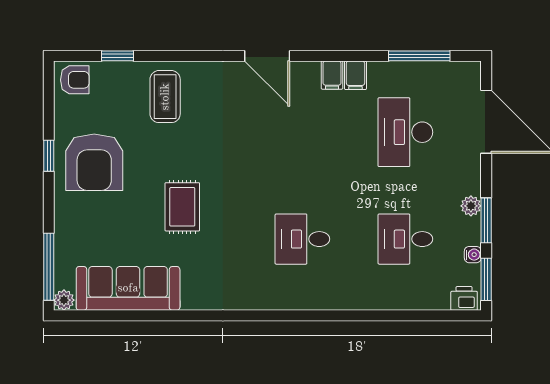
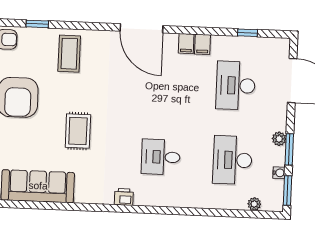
door: (267, 56) -> (141, 28), width x1.36
window: (419, 56) -> (247, 33), width x0.46
desk: (405, 239) -> (232, 160), width x1.37
printer: (464, 298) -> (124, 197), moved
plant: (439, 301) -> (254, 204), added

